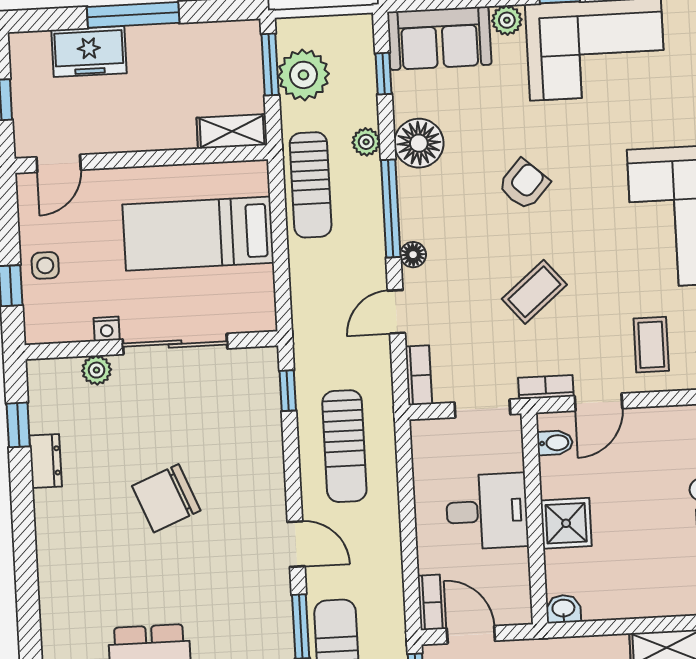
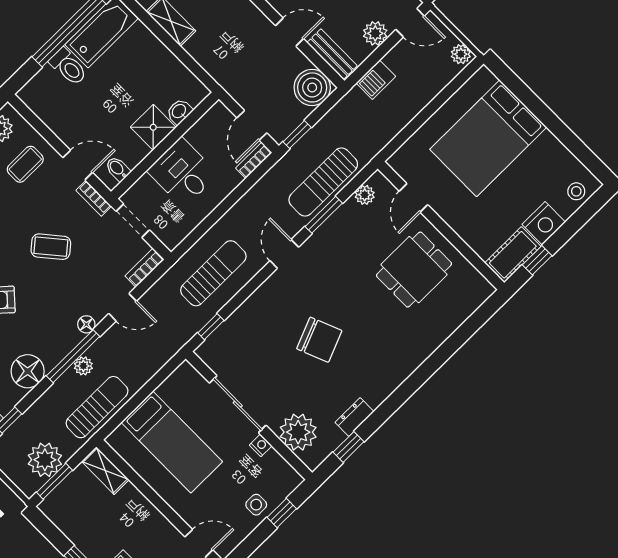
plant: (366, 142) -> (83, 366), moved
plant: (97, 370) -> (298, 432), width x1.87, depth x1.87
washbasin: (563, 609) -> (179, 111), moved, turned 90

